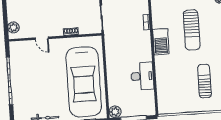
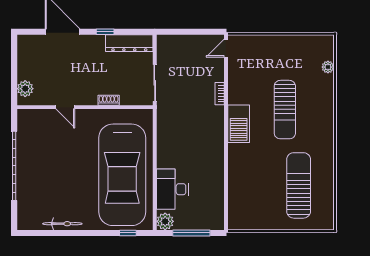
desk: (142, 76) -> (172, 189), moved, turned 180
sun lounger: (205, 81) -> (299, 185), width x1.36, depth x1.34

